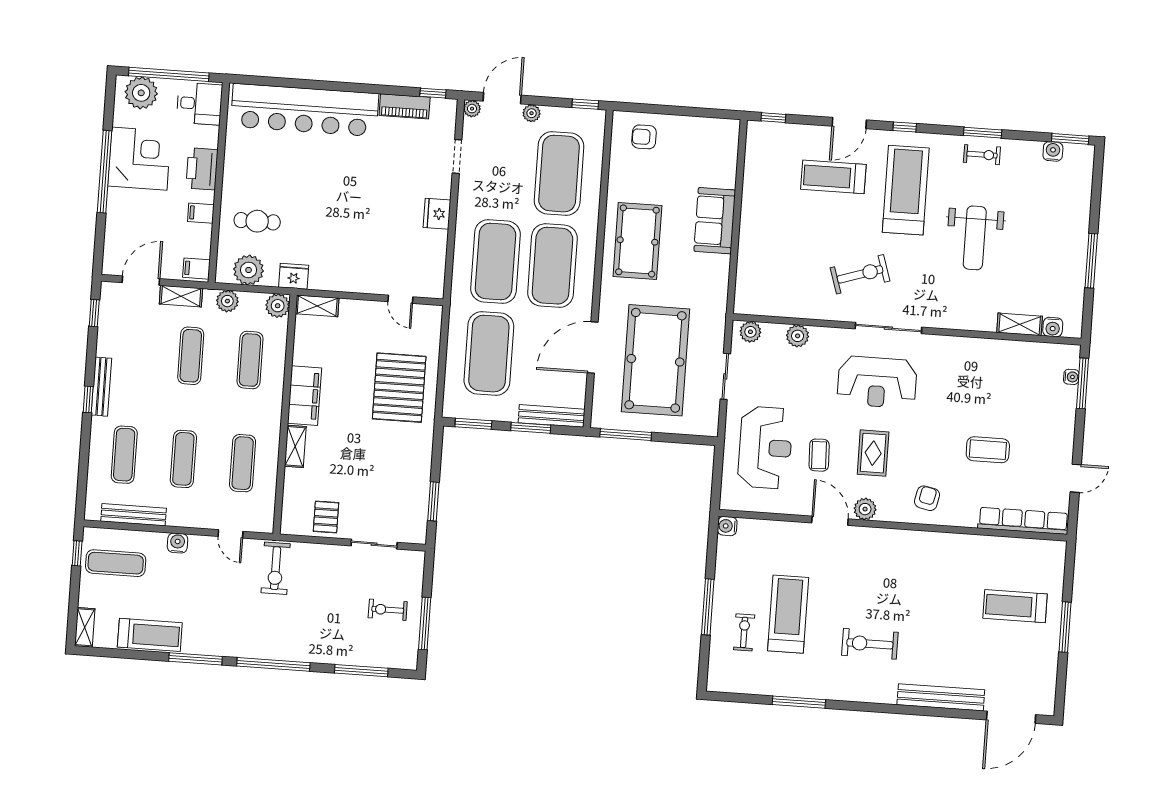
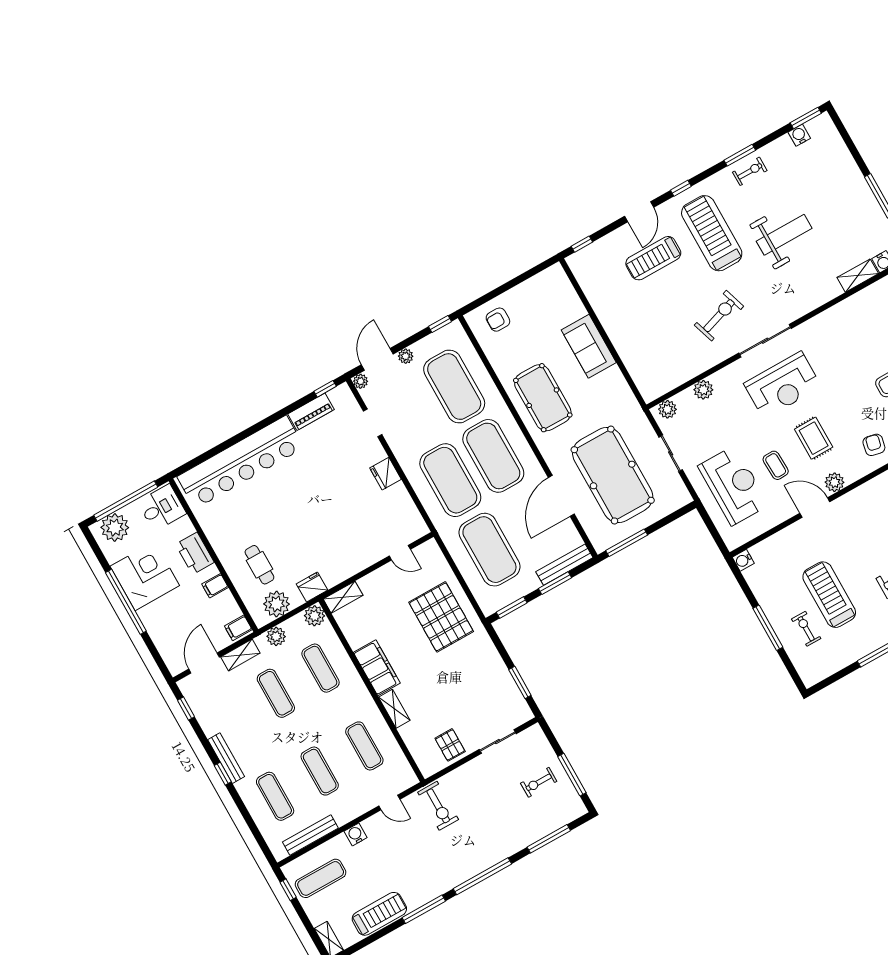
cafe table: (257, 221) -> (259, 565), turned 90
weight bench: (975, 238) -> (784, 235), turned -90

